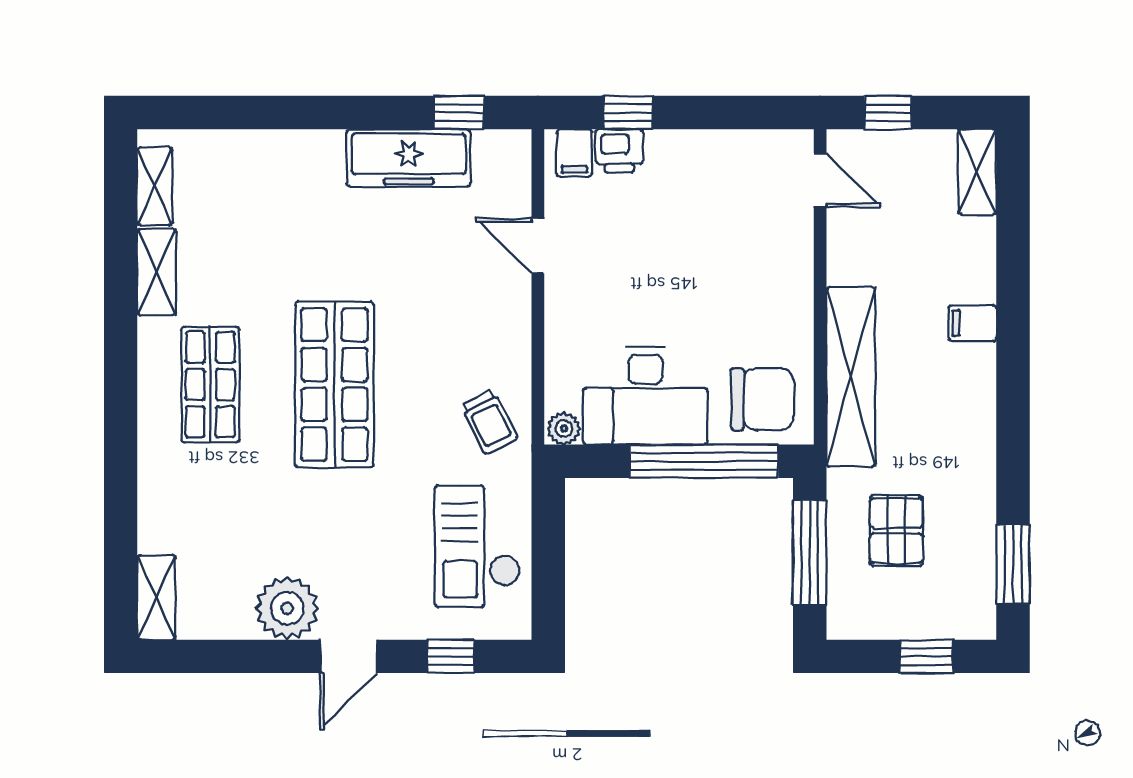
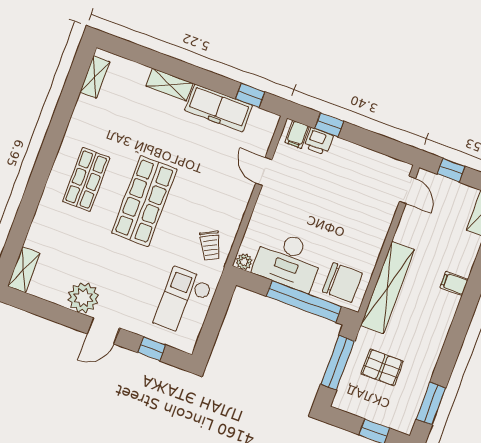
shelving: (157, 272) -> (169, 85), moved, turned 90
pallet: (896, 531) -> (382, 367), turned 90

